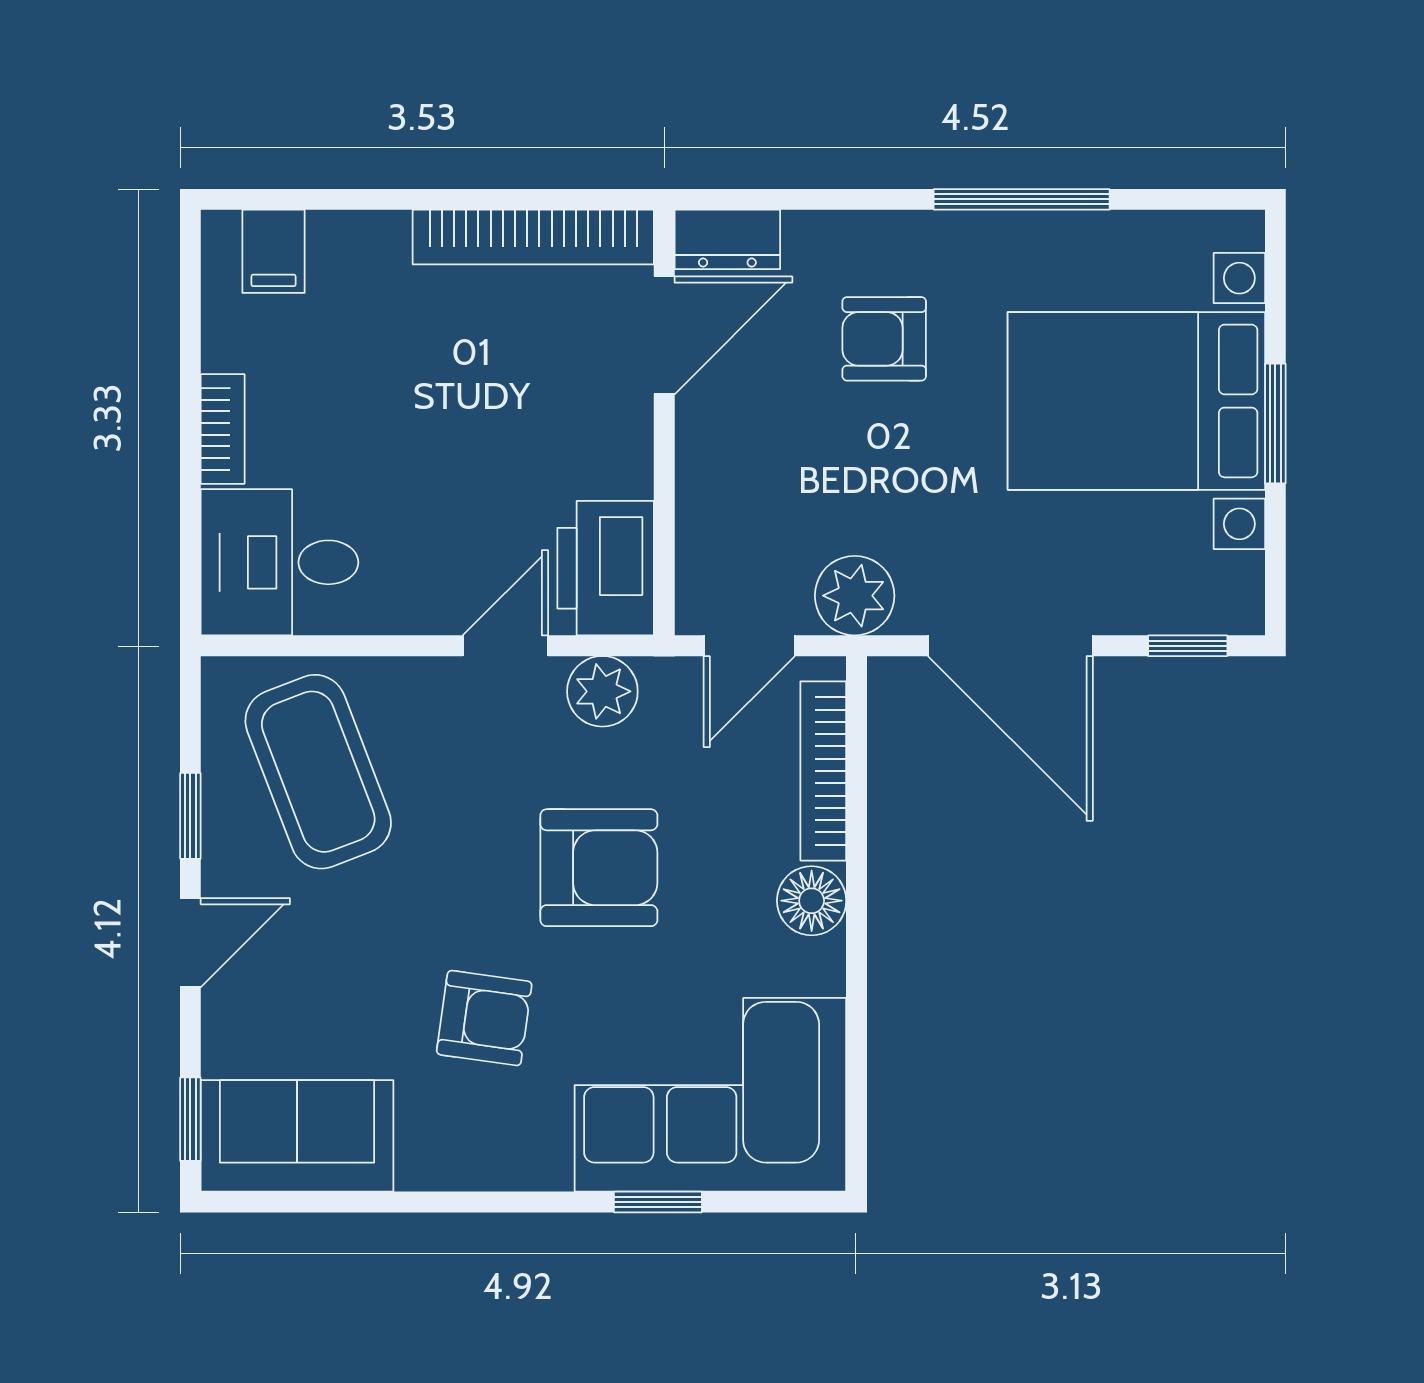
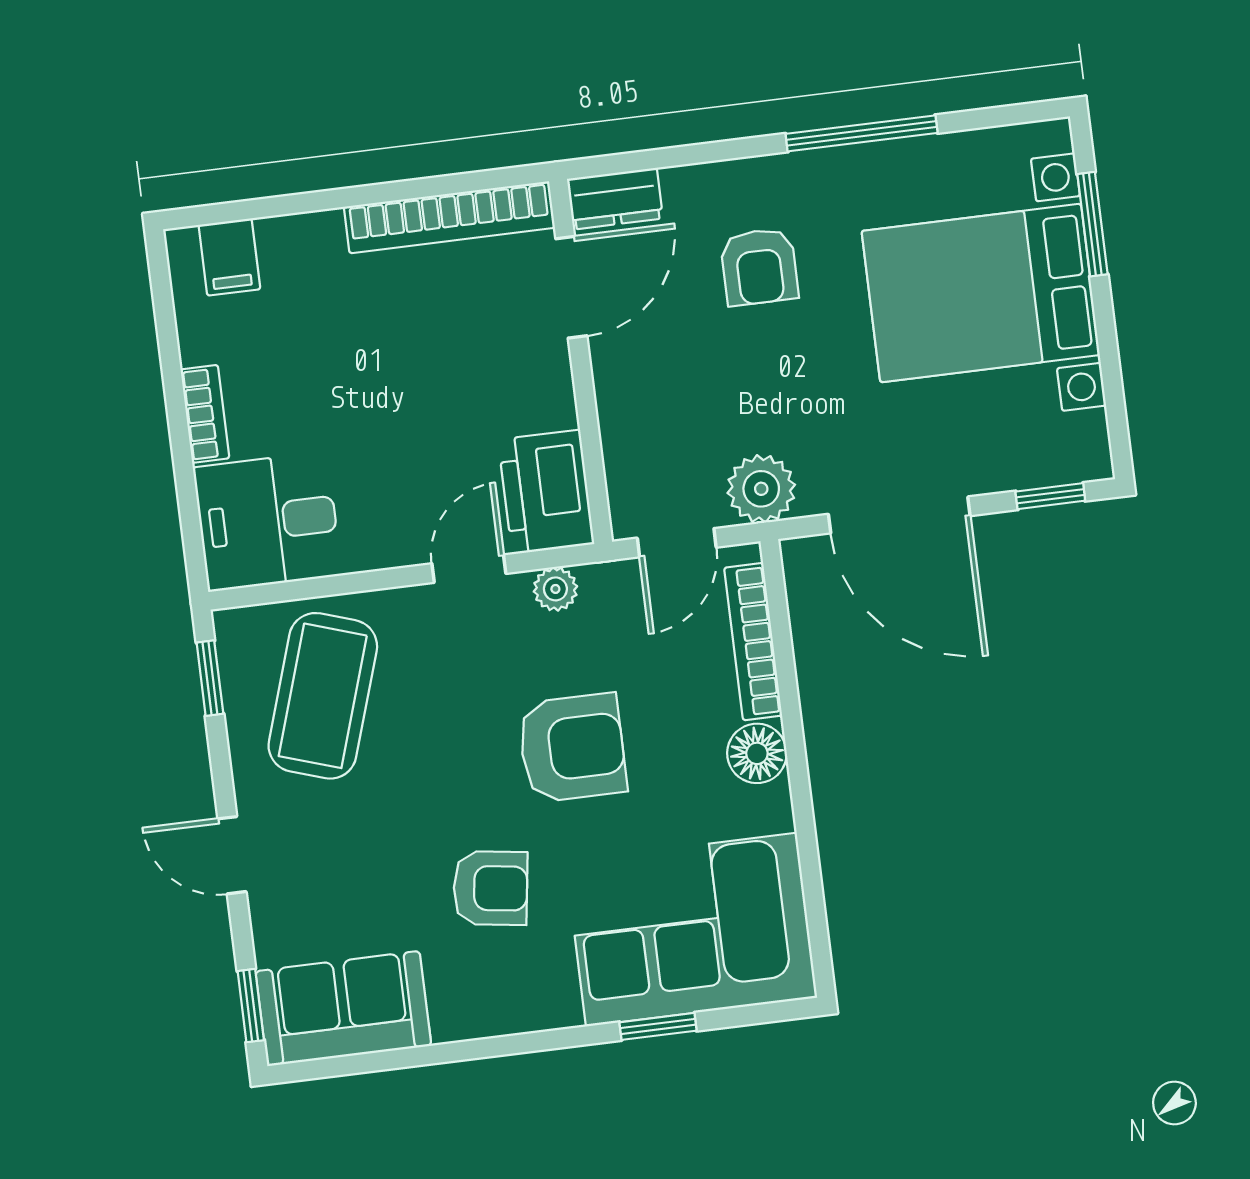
armchair: (884, 339) -> (759, 267), turned -90
window: (1275, 423) -> (1092, 224), moved
plant: (602, 691) -> (555, 589), width x0.73, depth x0.73
coffee table: (318, 772) -> (323, 696), turned 39
window: (190, 816) -> (210, 678), moved
door: (190, 943) -> (232, 855), swing flipped

